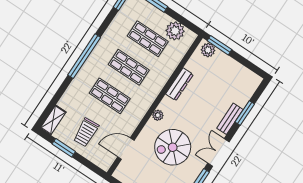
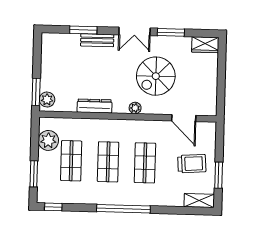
spiral stairs: (173, 147) -> (156, 76), turned 90

